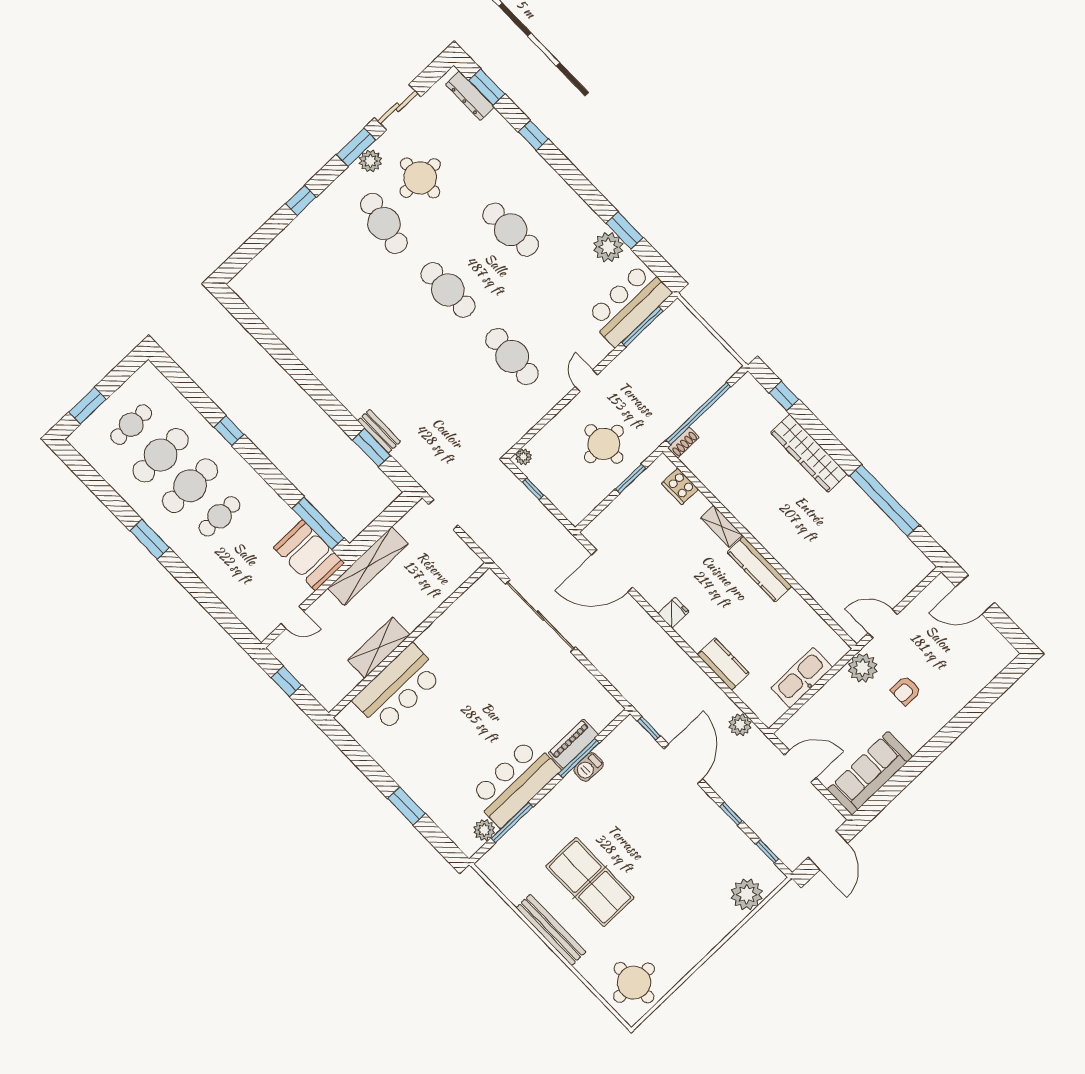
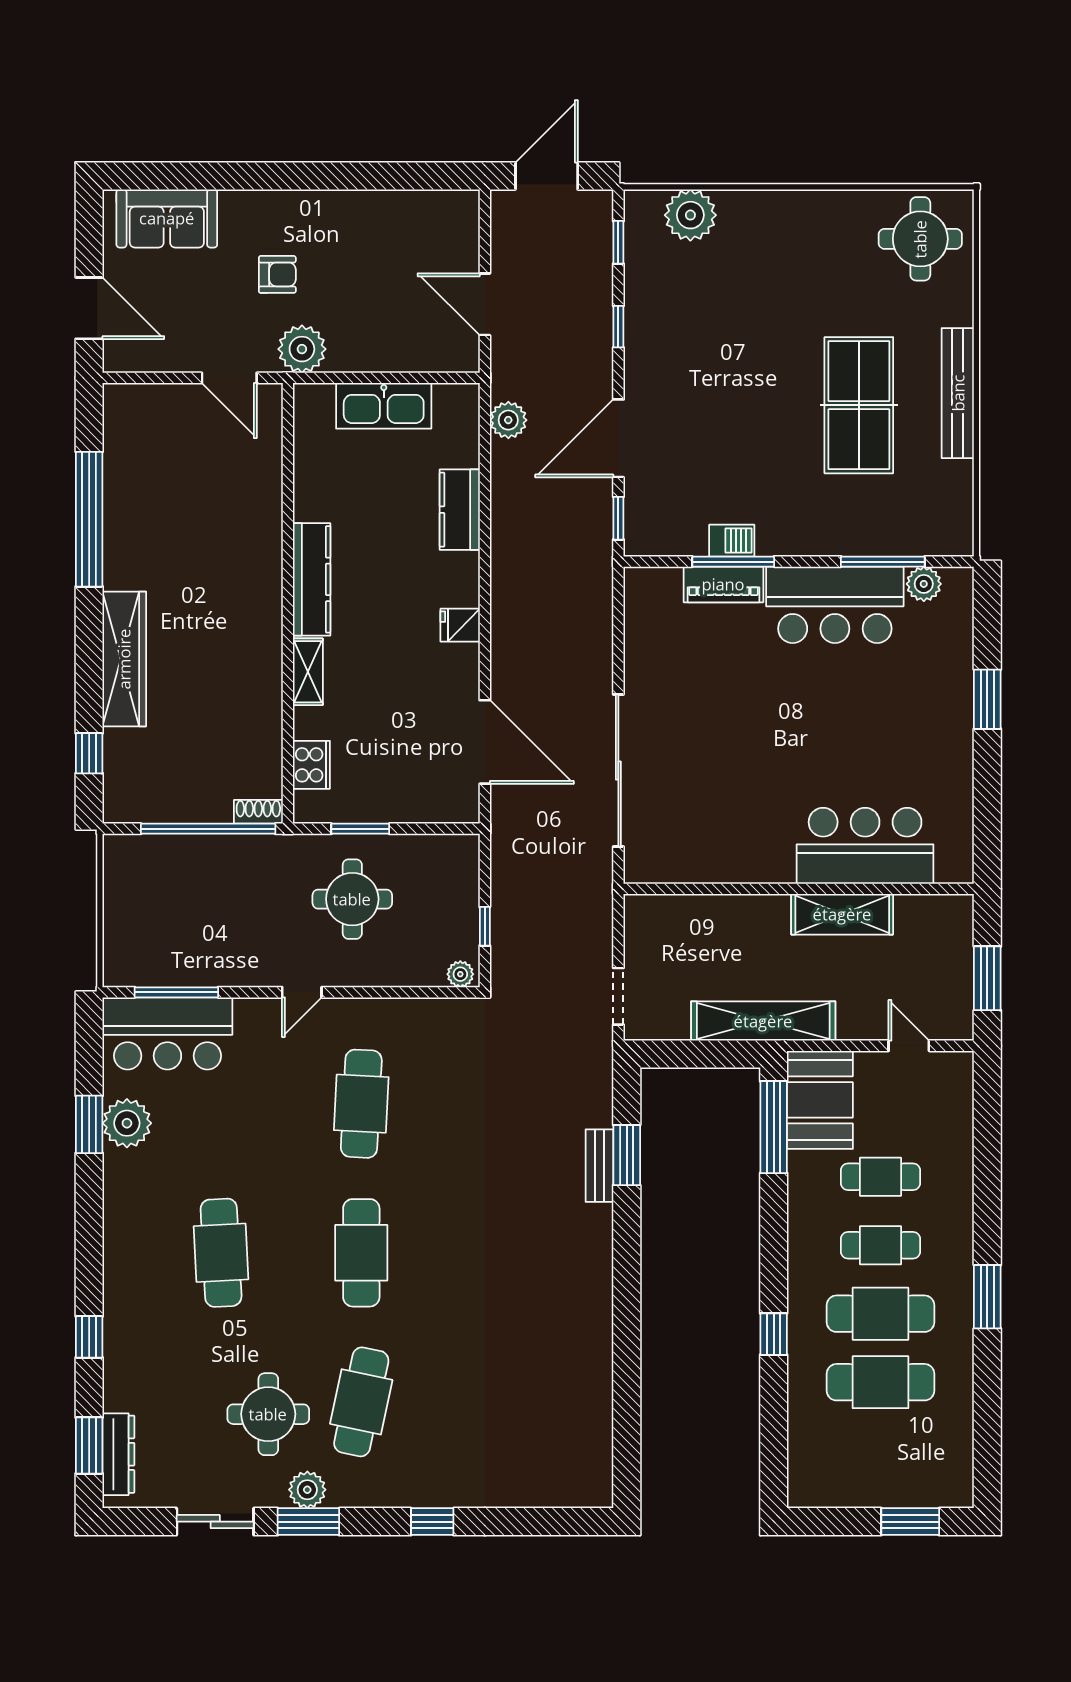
cafe table: (131, 425) -> (880, 1177), moved
window: (286, 681) -> (987, 978), width x1.50
sofa: (870, 773) -> (167, 218), moved, width x0.73

